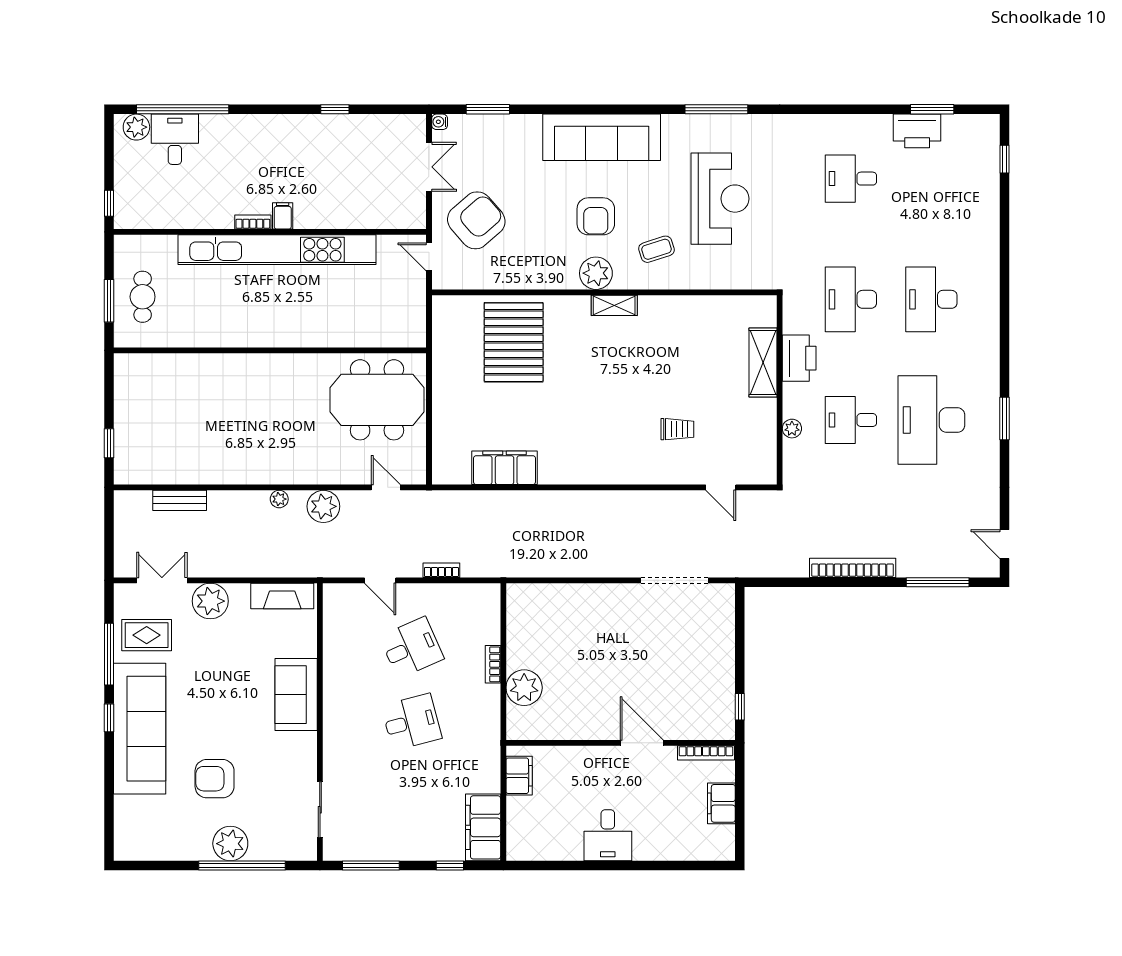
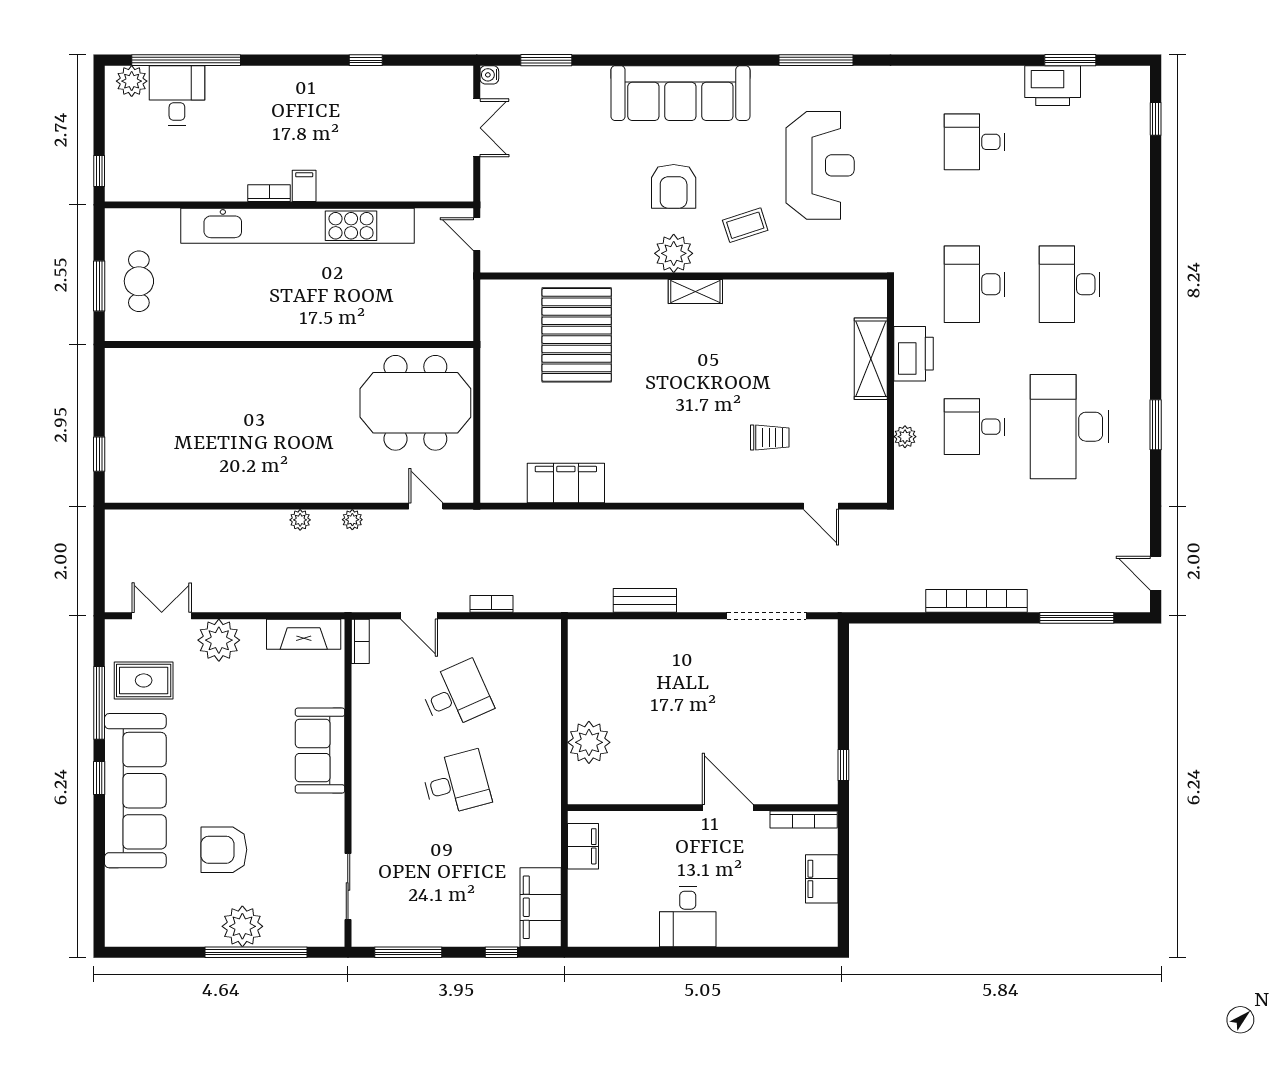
armchair: (476, 220) -> (533, 191), removed
bench: (180, 500) -> (645, 600), moved
plant: (323, 506) -> (352, 520), width x0.53, depth x0.53
bookcase: (493, 664) -> (360, 641), moved, turned 180

